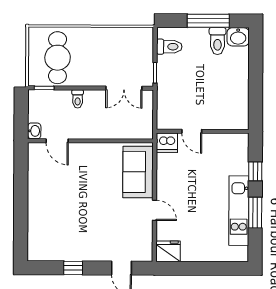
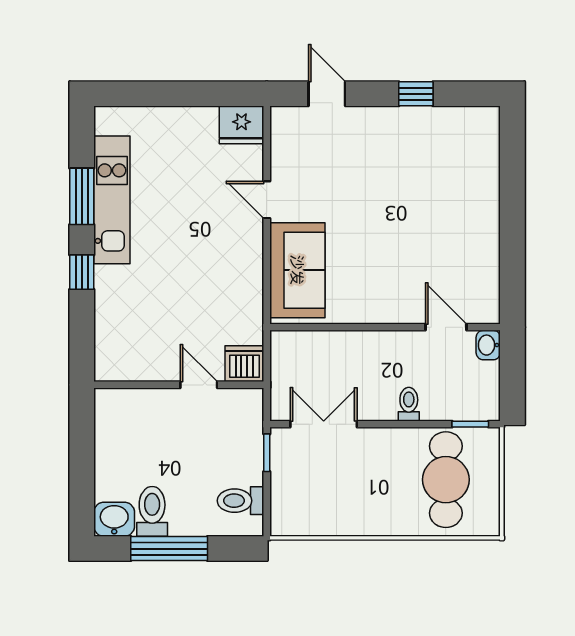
door: (192, 131) -> (199, 385), moved
wall: (203, 131) -> (179, 385), moved
dishwasher: (167, 143) -> (244, 364), moved

